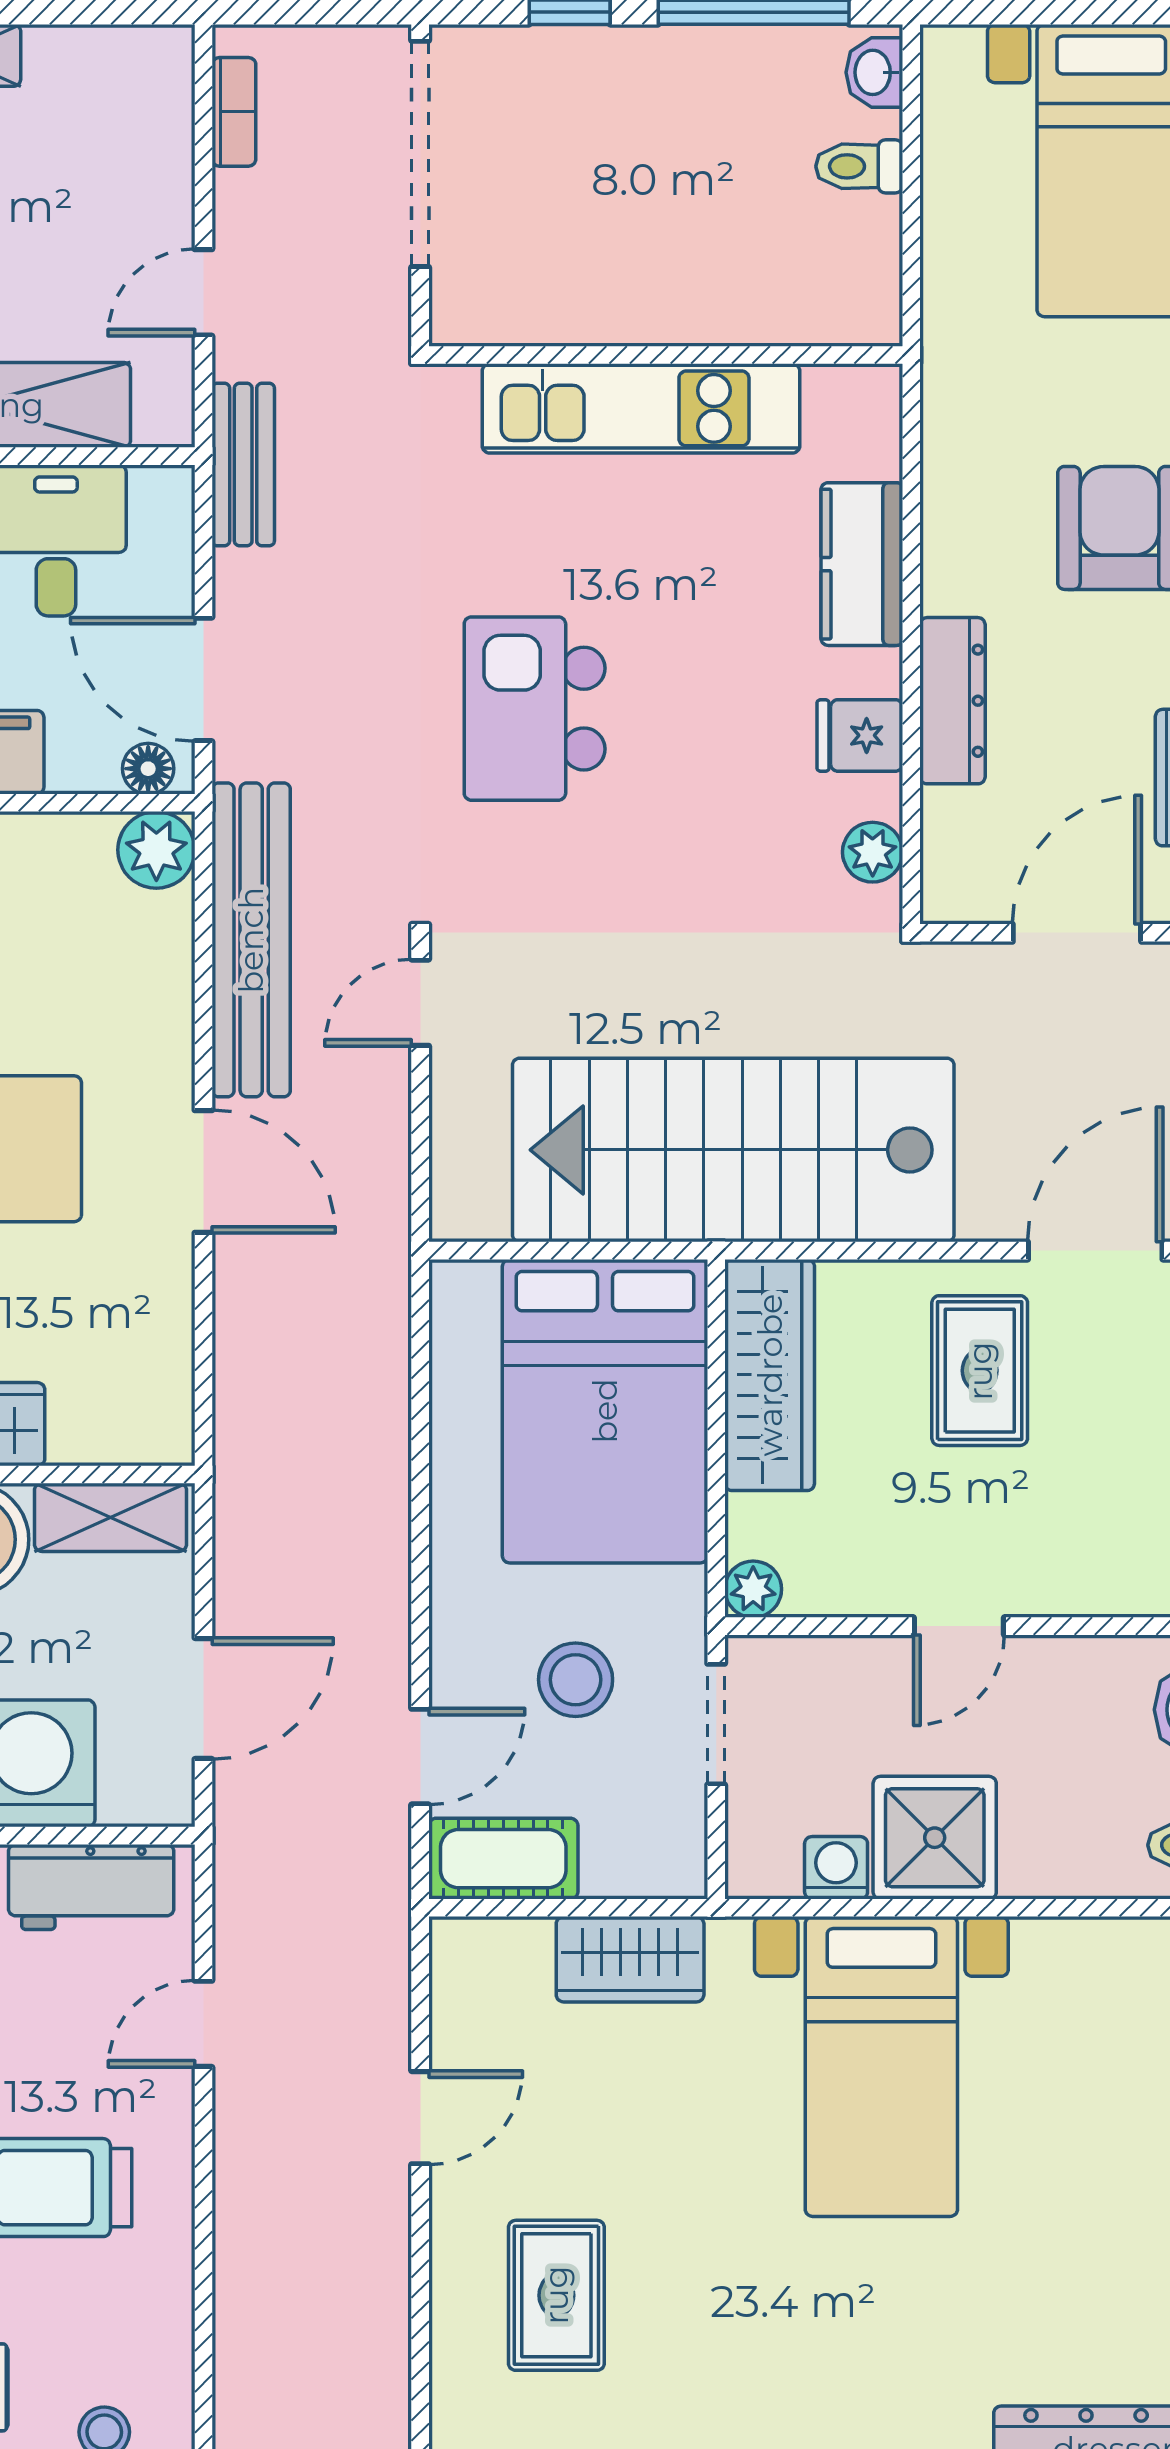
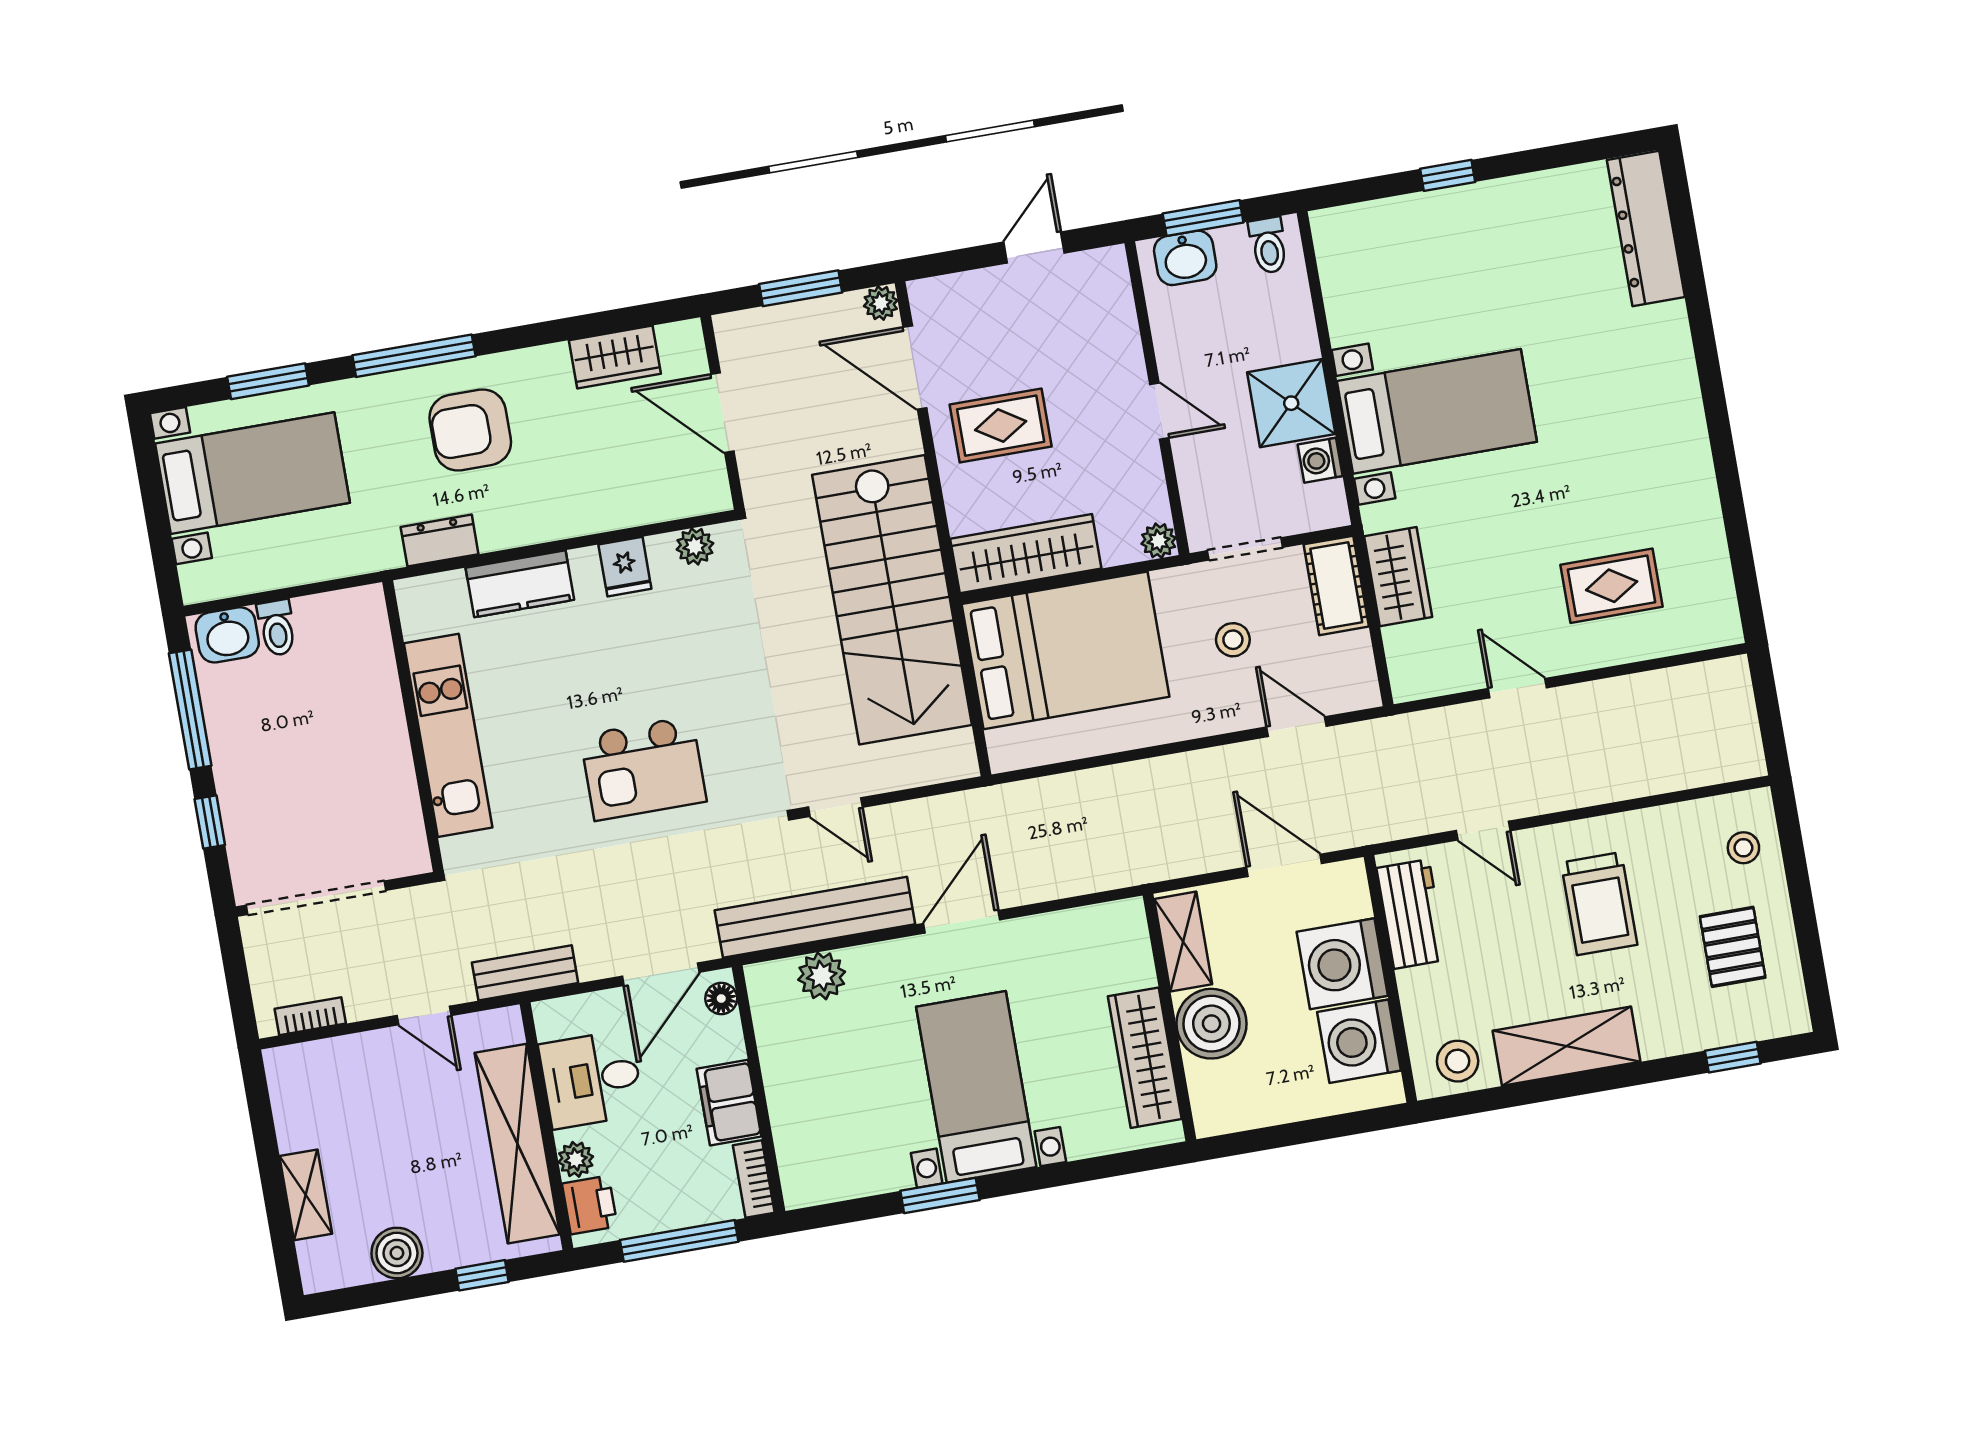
washbasin: (874, 72) -> (227, 635), width x1.38, depth x1.45
dresser: (952, 701) -> (440, 541), moved, width x0.70
plant: (156, 850) -> (822, 976), moved
stool: (576, 1680) -> (1233, 640), width x0.73, depth x0.73
cot: (503, 1859) -> (1336, 585), moved

